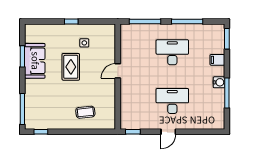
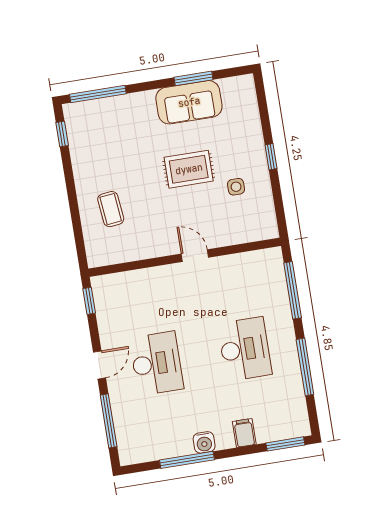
door: (168, 132) -> (100, 365), swing flipped
window: (199, 132) -> (109, 421), added

